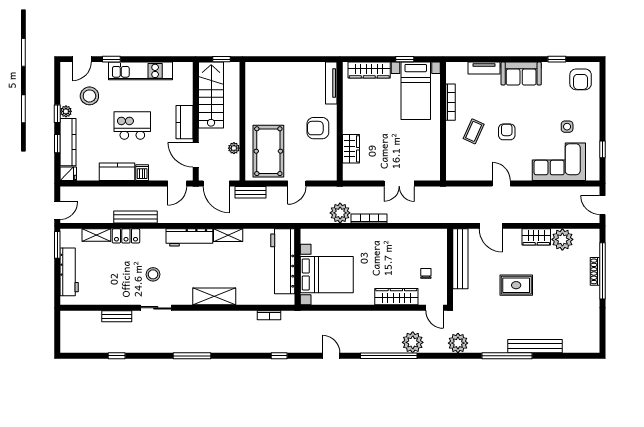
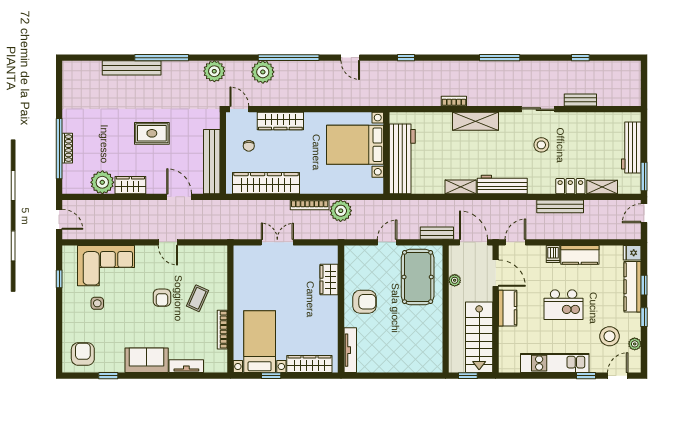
plant: (66, 111) -> (635, 344), moved
wardrobe: (410, 239) -> (266, 183), added
bookcase: (269, 315) -> (454, 101), moved

